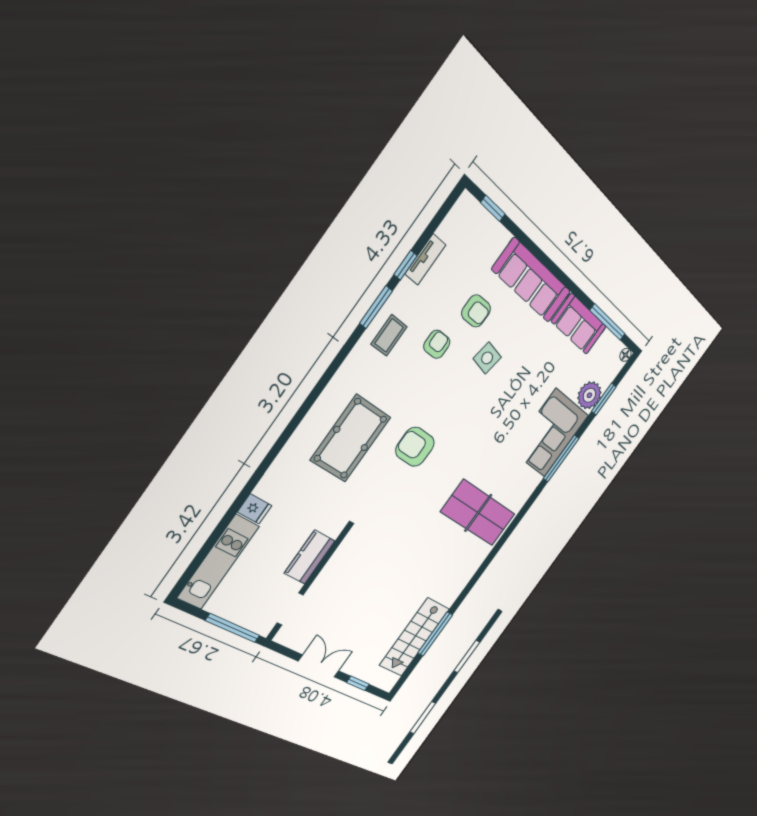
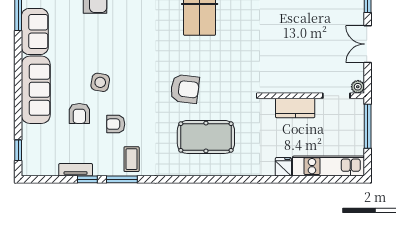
armchair: (476, 311) -> (79, 113), turned 180
coffee table: (389, 335) -> (132, 159), turned 90
armchair: (415, 447) -> (185, 89), turned -83
plant: (283, 636) -> (358, 87), added

